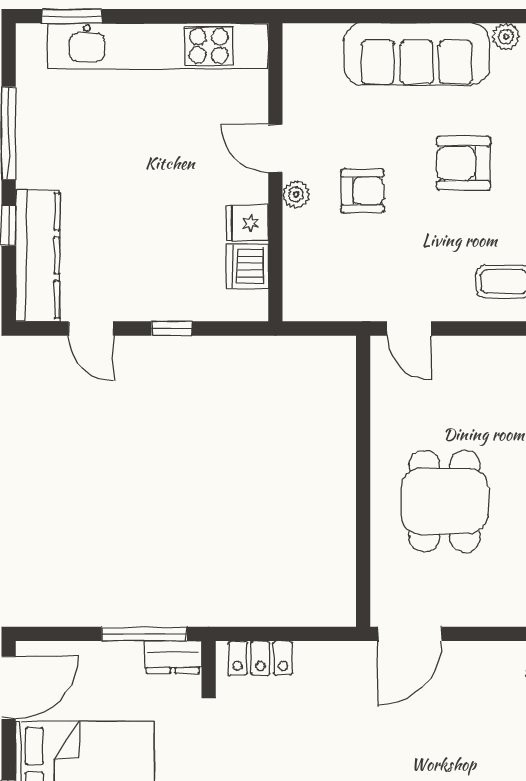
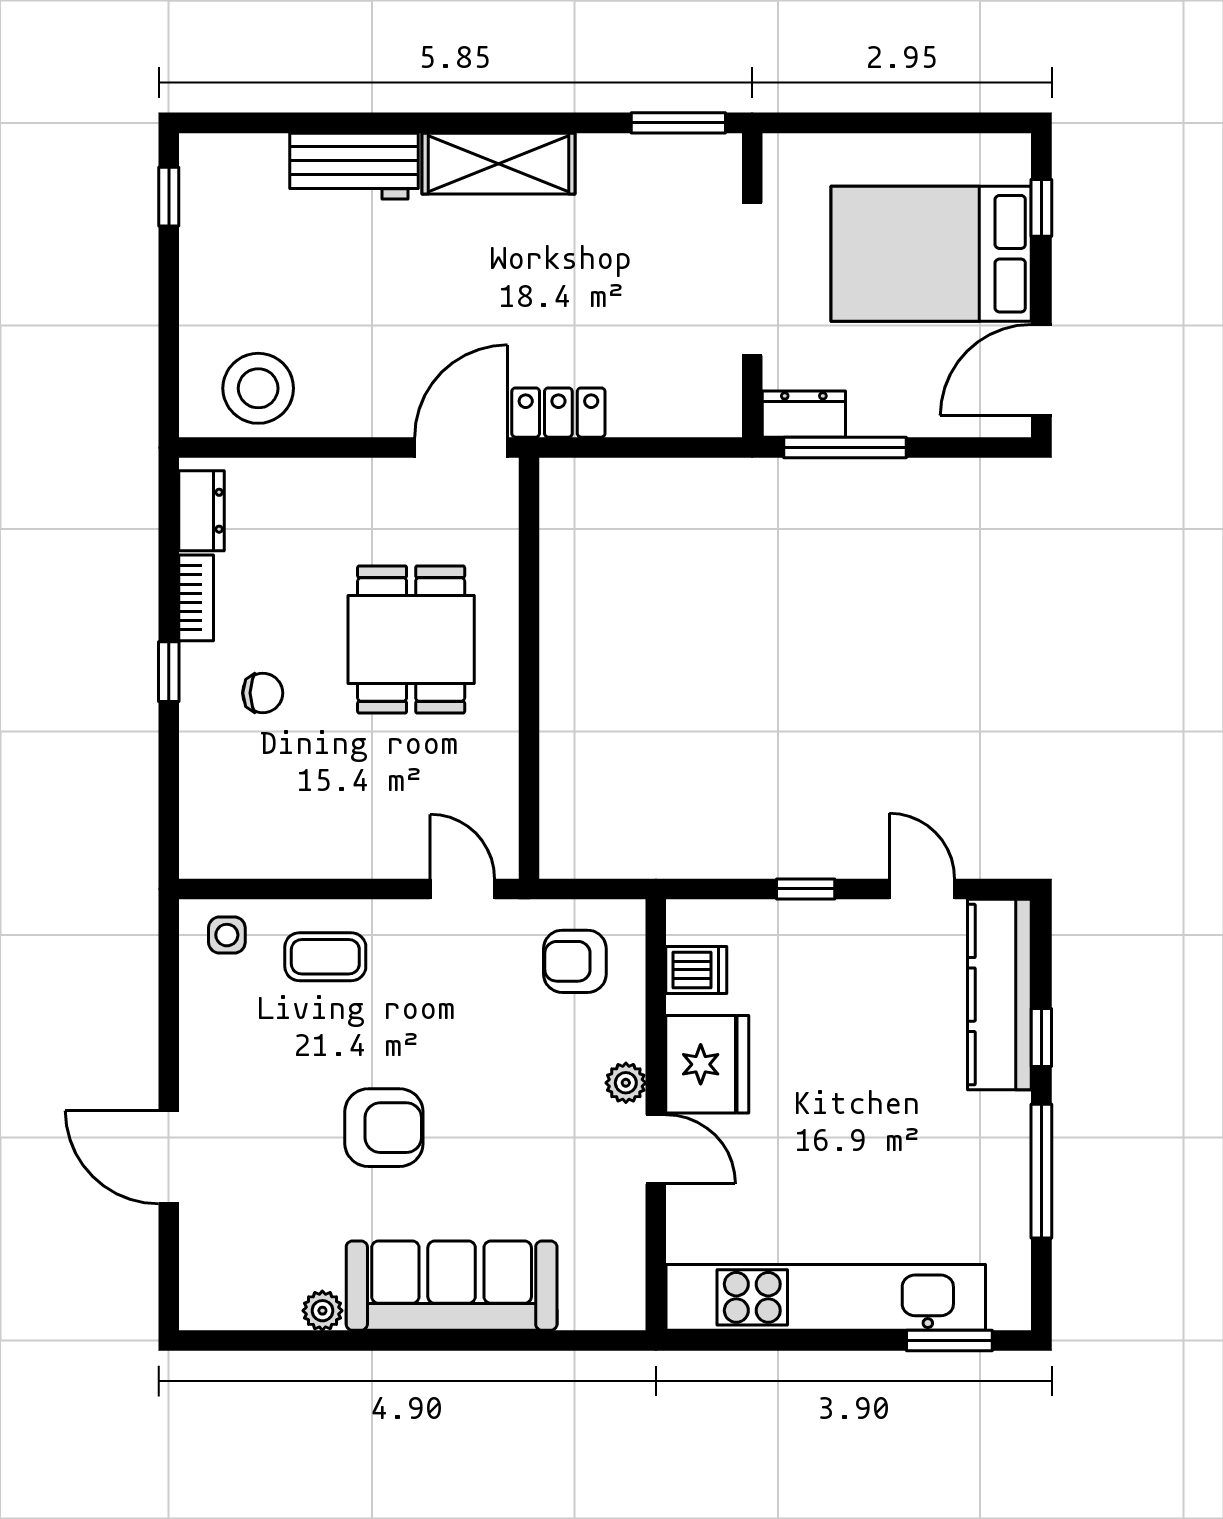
armchair: (362, 191) -> (575, 961), moved
fridge: (247, 223) -> (707, 1064), width x1.88, depth x1.34
dishwasher: (247, 266) -> (696, 970), width x0.73
locker: (260, 658) -> (558, 413), moved

